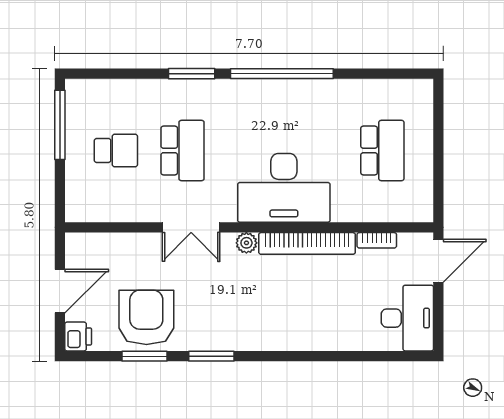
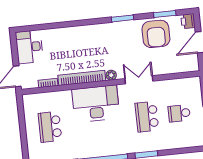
window: (144, 356) -> (165, 14), moved

